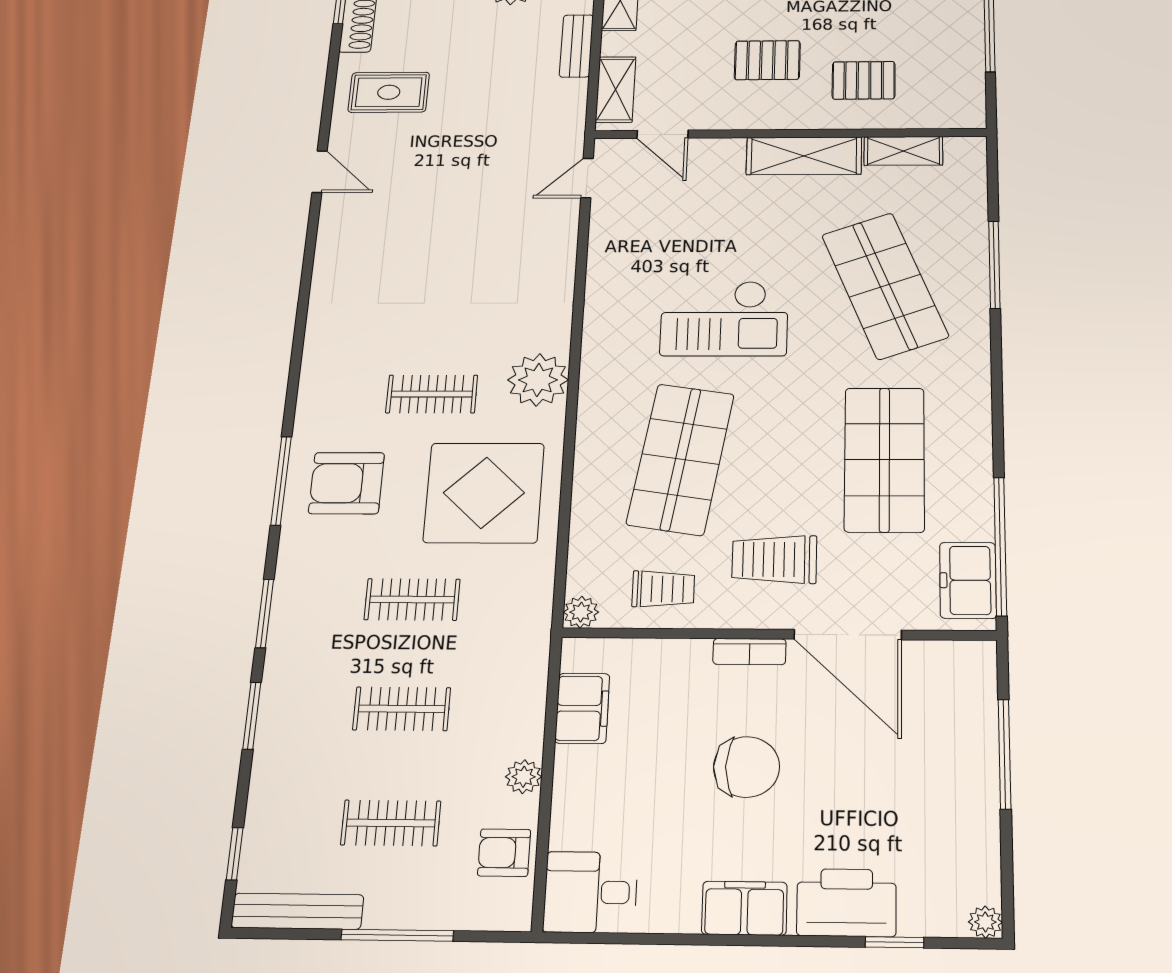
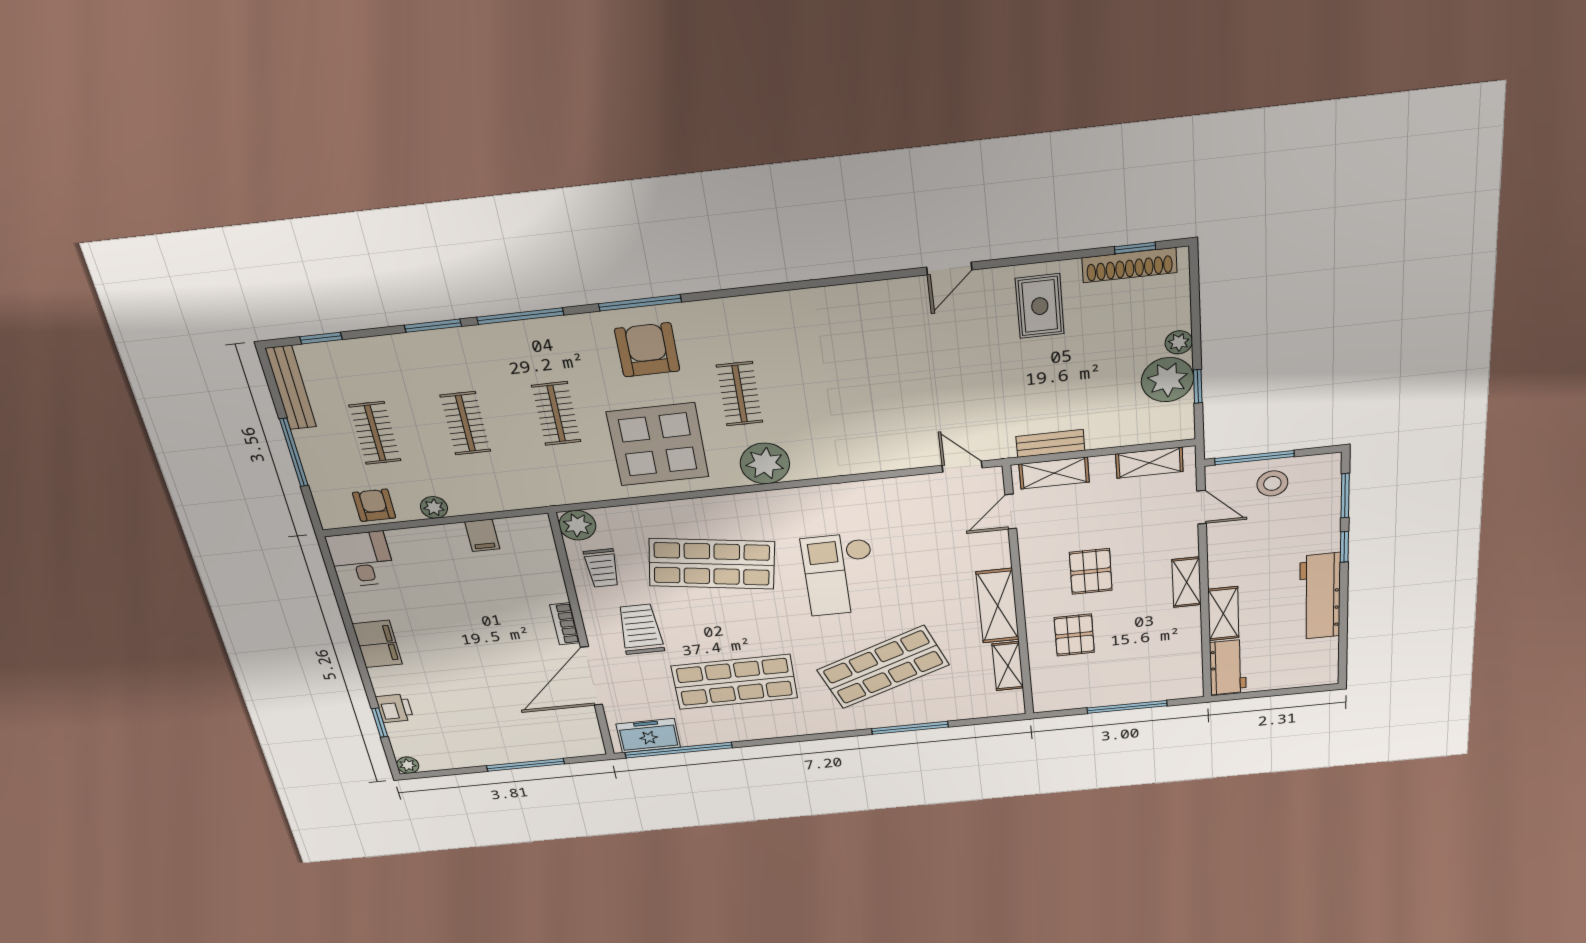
bench: (576, 46) -> (1050, 443), moved
plant: (581, 612) -> (577, 525), width x1.38, depth x1.38
window: (265, 613) -> (520, 316), width x1.44
filing cabinet: (582, 708) -> (482, 535), width x0.50
chair: (747, 767) -> (478, 633), removed
printer: (846, 903) -> (395, 708), width x0.53, depth x0.68

